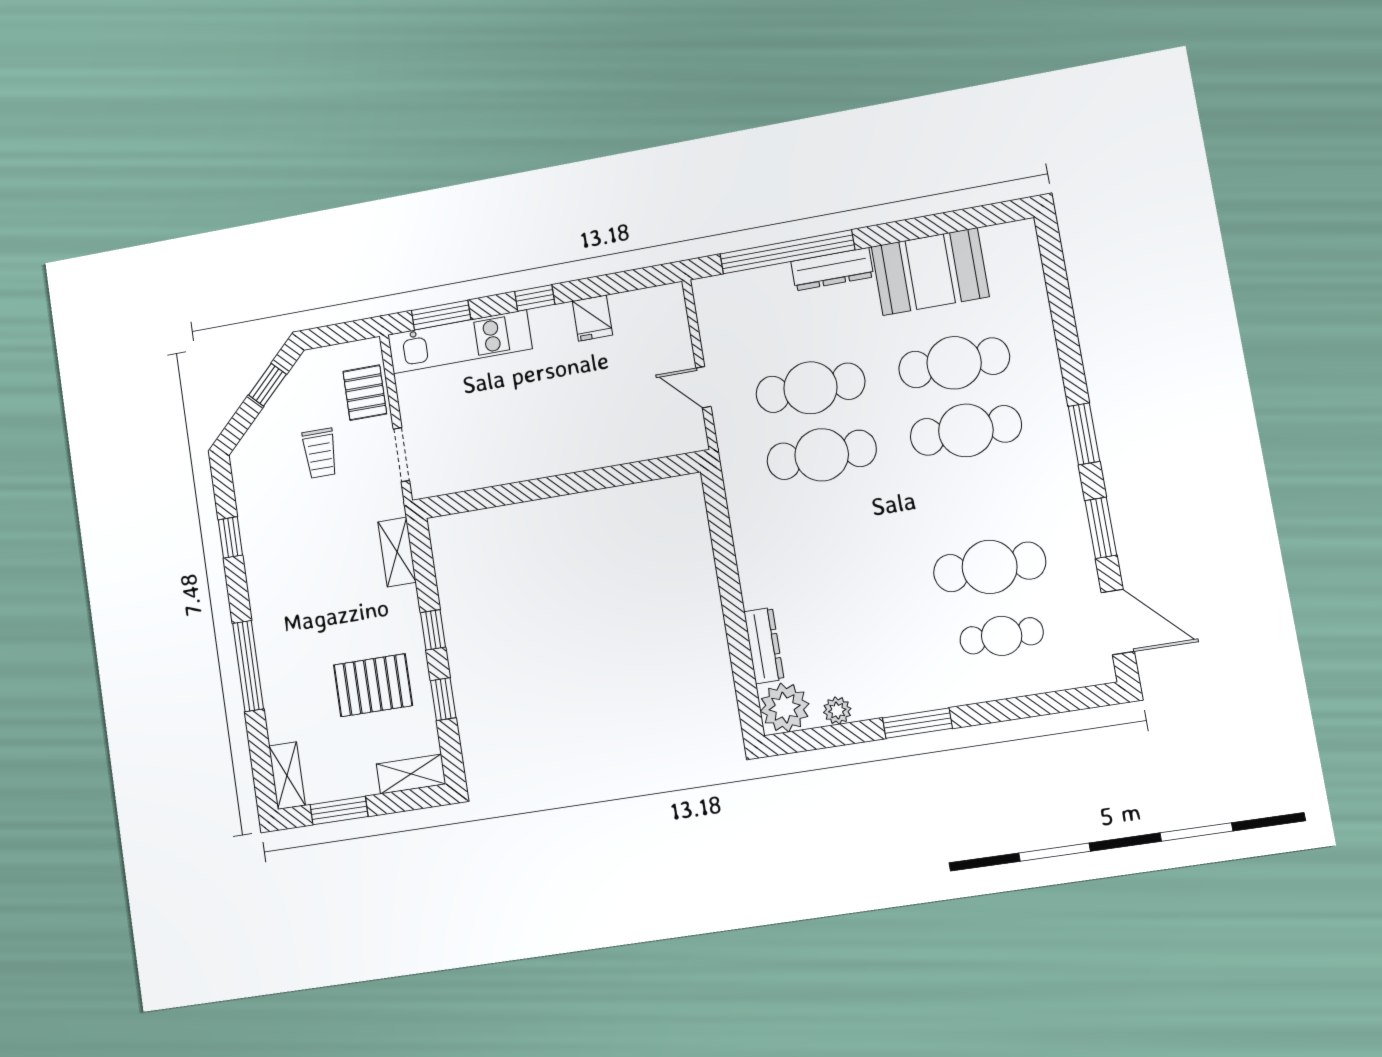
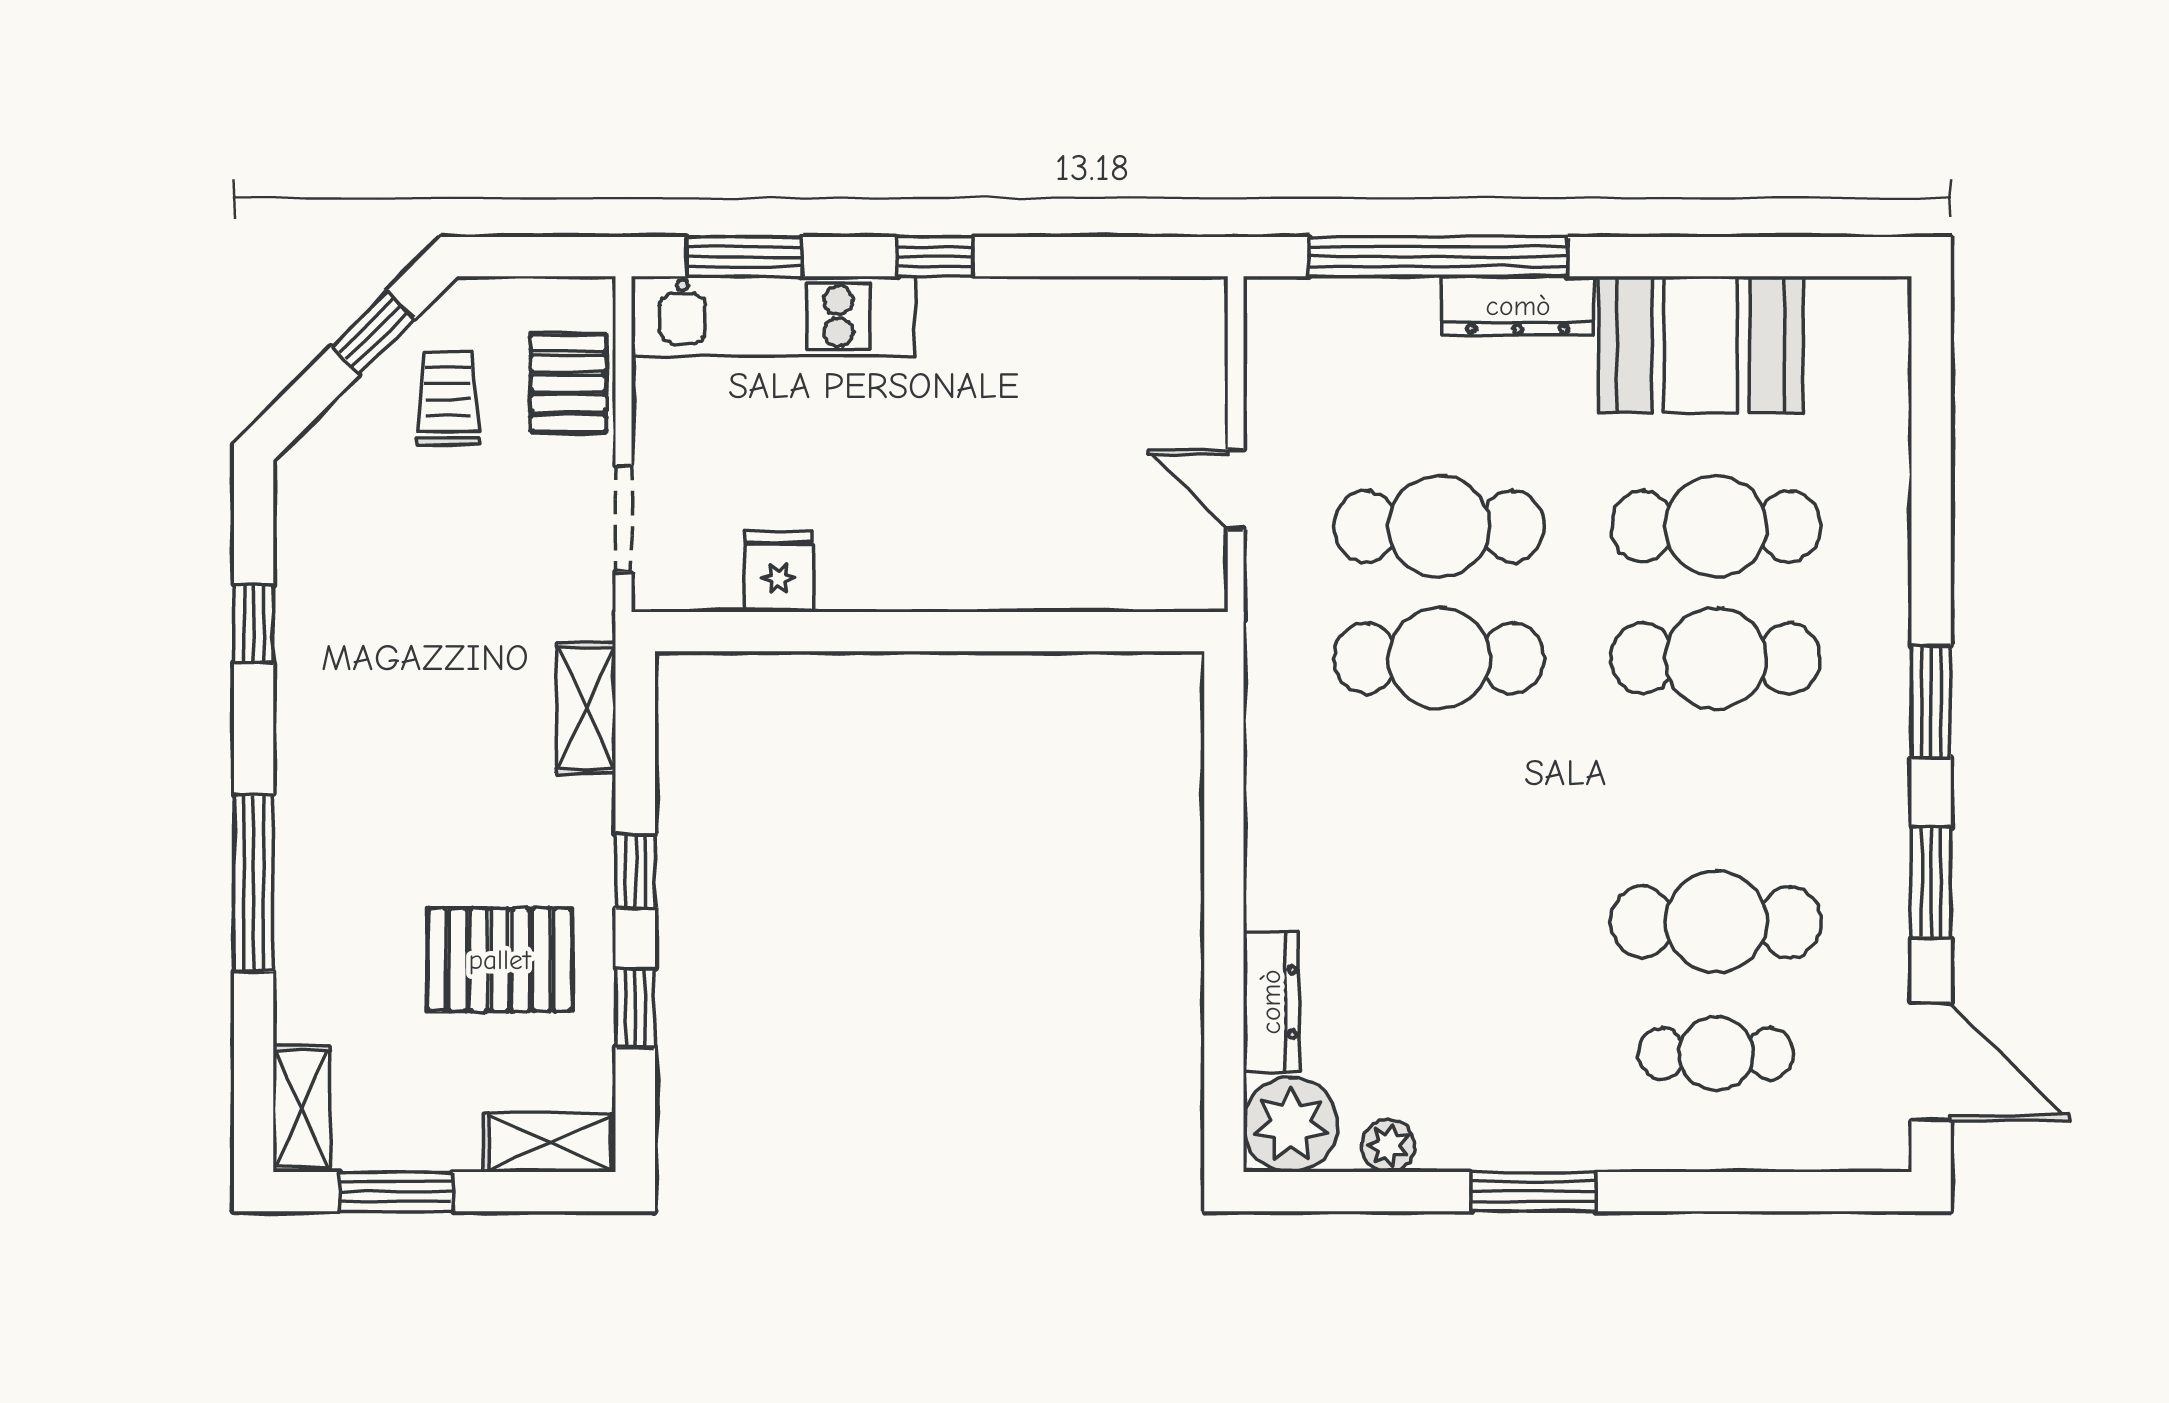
fridge: (592, 318) -> (779, 572), moved, turned 180
trolley: (320, 453) -> (448, 398), moved, turned 180

